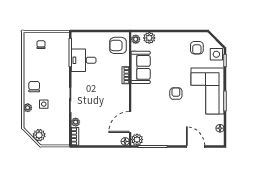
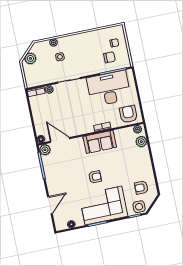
desk: (84, 60) -> (109, 89), width x1.87, depth x1.30
sofa: (141, 67) -> (100, 142), moved
chair: (34, 87) -> (109, 57), moved

